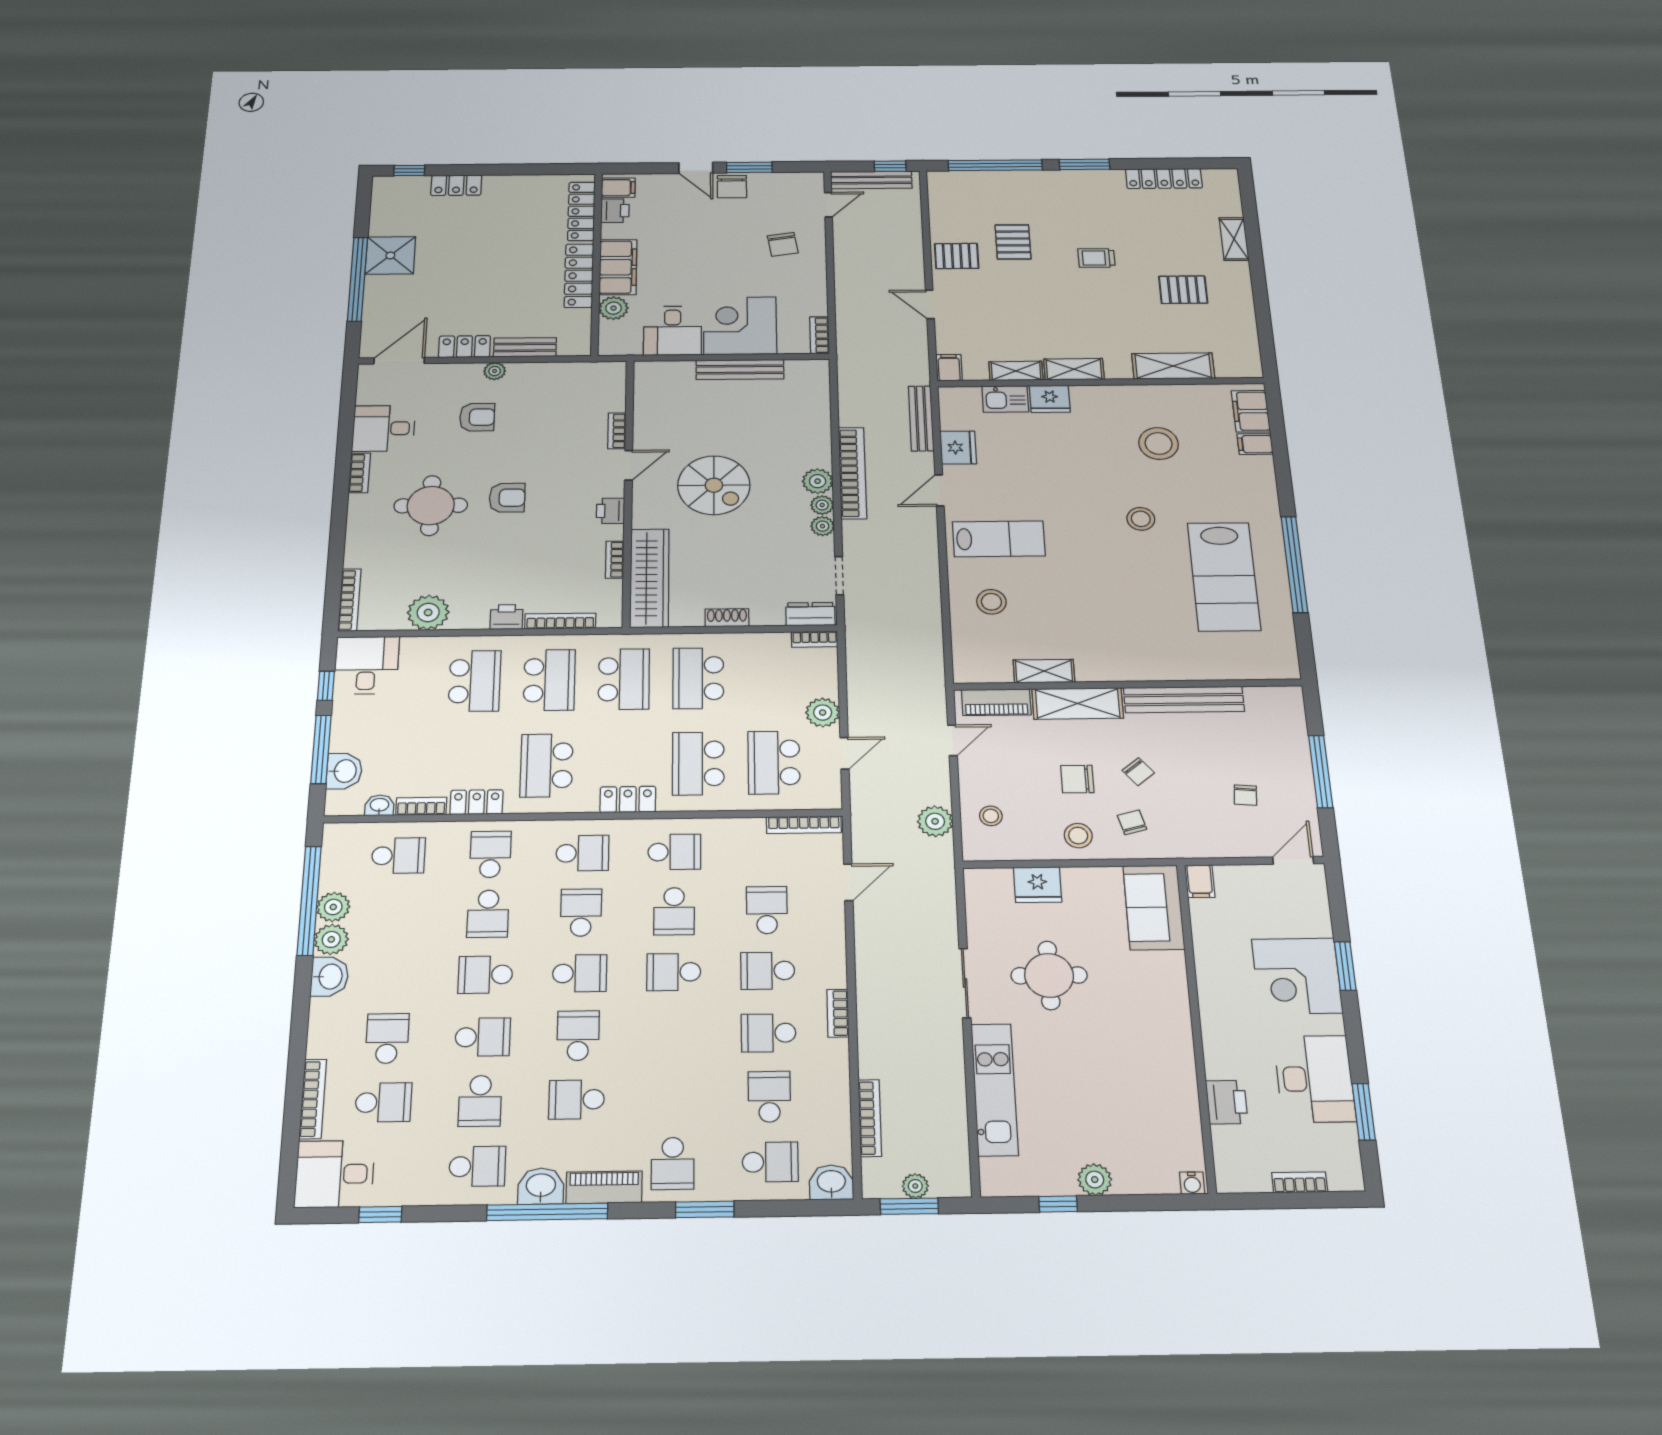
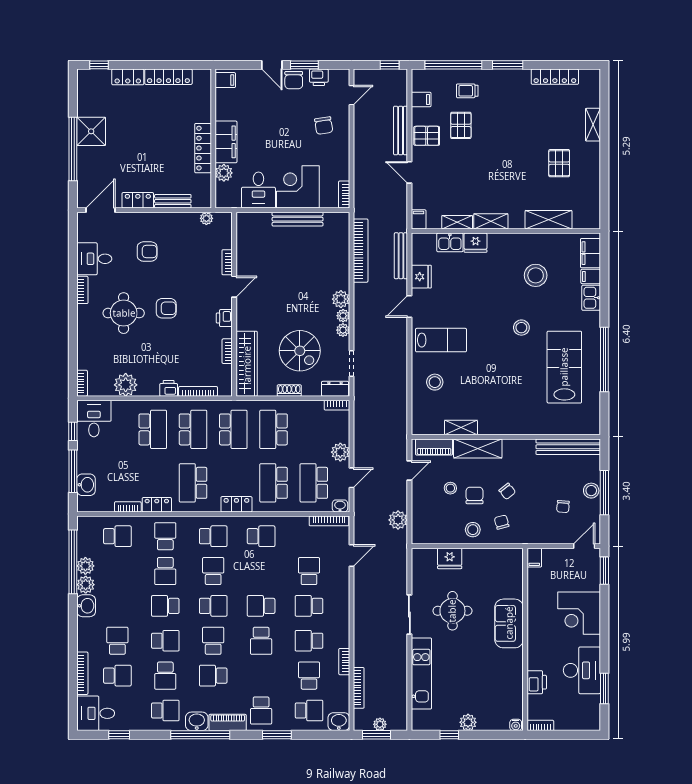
bench: (871, 180) -> (401, 131), moved, turned 90
filing cabinet: (944, 209) -> (421, 99), added
locker: (581, 211) -> (168, 77), moved, turned -90
printer: (615, 211) -> (319, 77), moved, turned 90
trolley: (1096, 258) -> (467, 91), moved
pallet: (1183, 290) -> (559, 163), turned 90
plant: (495, 371) -> (206, 218), moved
bookcase: (852, 473) -> (361, 251), moved
kitchen sink: (1260, 474) -> (591, 298), added
spiral stairs: (714, 485) -> (300, 351), moved
lab bench: (1224, 576) -> (564, 367), turned 180
bookcase: (349, 600) -> (82, 383), width x0.64
bench: (1184, 700) -> (568, 447), moved
stool: (1295, 768) -> (591, 491), added
chair: (1077, 779) -> (475, 495), turned 90
washbasin: (379, 805) -> (340, 506), moved
stool: (991, 816) -> (450, 488), moved
sofa: (1154, 907) -> (509, 623), moved
school desk: (674, 911) -> (261, 641), moved
window: (1345, 966) -> (604, 571), moved
bookcase: (838, 1013) -> (344, 662), moved
bookcase: (1300, 1182) -> (540, 725), moved

